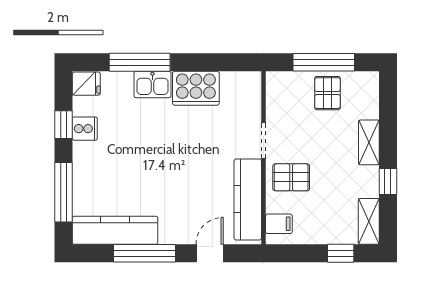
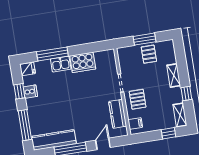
window: (324, 62) -> (145, 39), width x0.69
pallet: (291, 177) -> (138, 99), turned 90
kitchen counter: (248, 199) -> (118, 114), width x0.67

